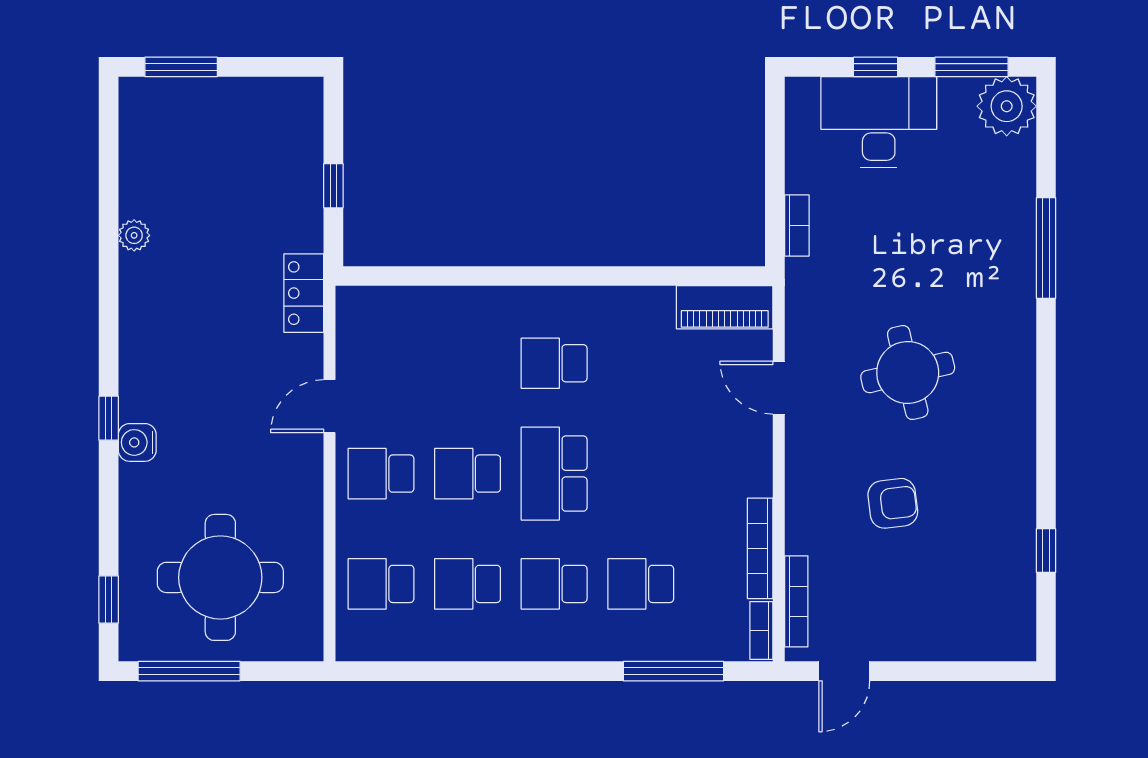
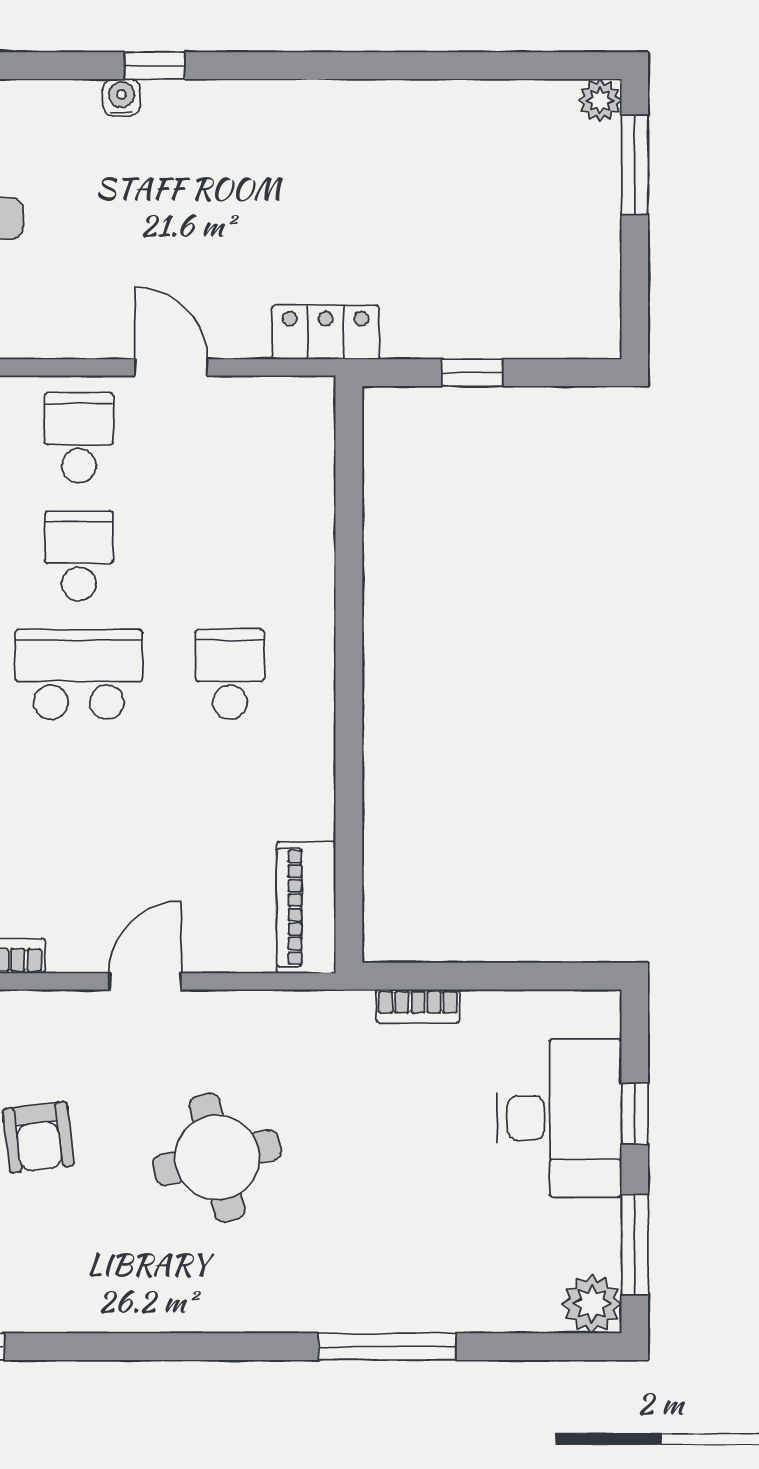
plant: (1007, 106) -> (592, 1304), width x0.73, depth x0.73
plant: (134, 235) -> (600, 100), moved
door: (779, 388) -> (145, 981), moved
water cooler: (137, 442) -> (121, 98), width x0.72, depth x0.72

